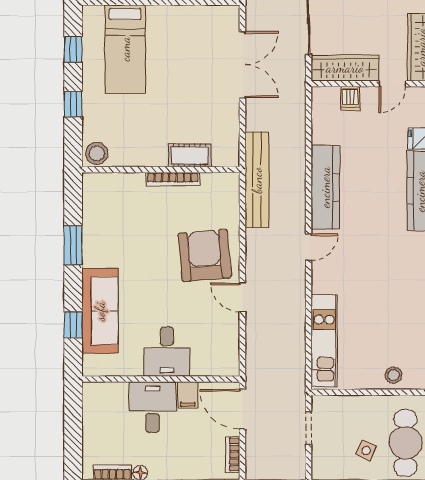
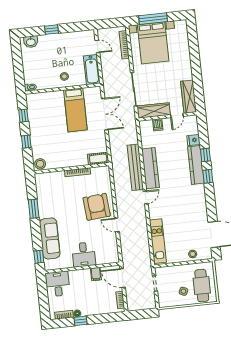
bed: (125, 49) -> (75, 110), moved
cot: (190, 156) -> (98, 159), moved
bench: (257, 180) -> (135, 167), moved
window: (73, 325) -> (39, 257), moved
desk: (153, 407) -> (58, 284), moved

